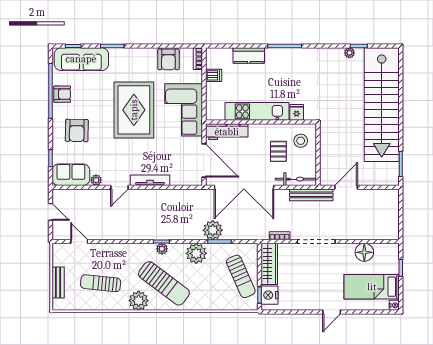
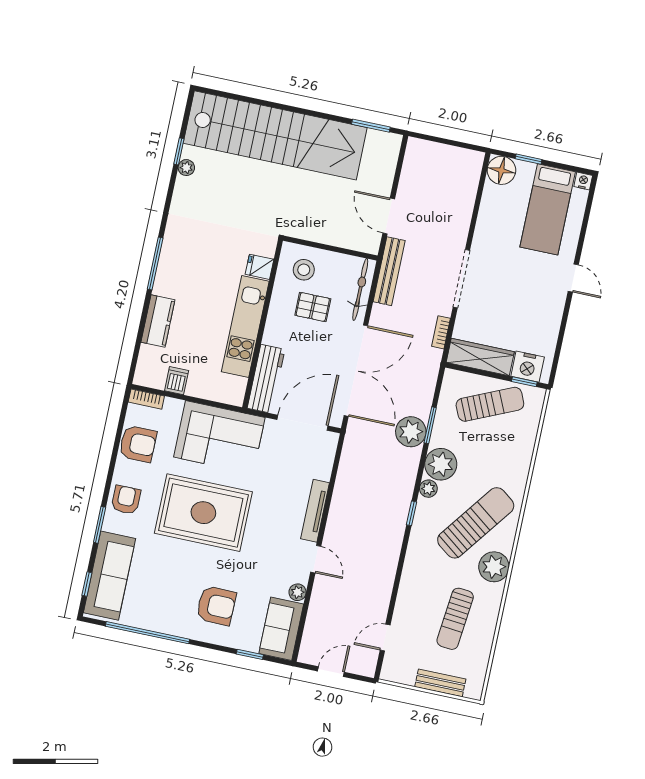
armchair: (62, 94) -> (126, 500), moved
plant: (162, 249) -> (428, 489), moved
floor lamp: (364, 252) -> (501, 170), moved

